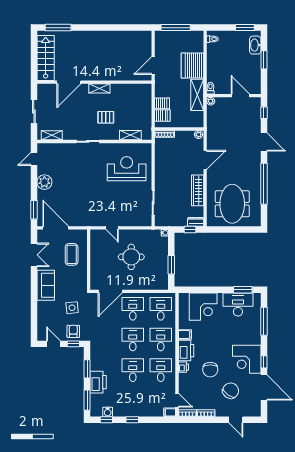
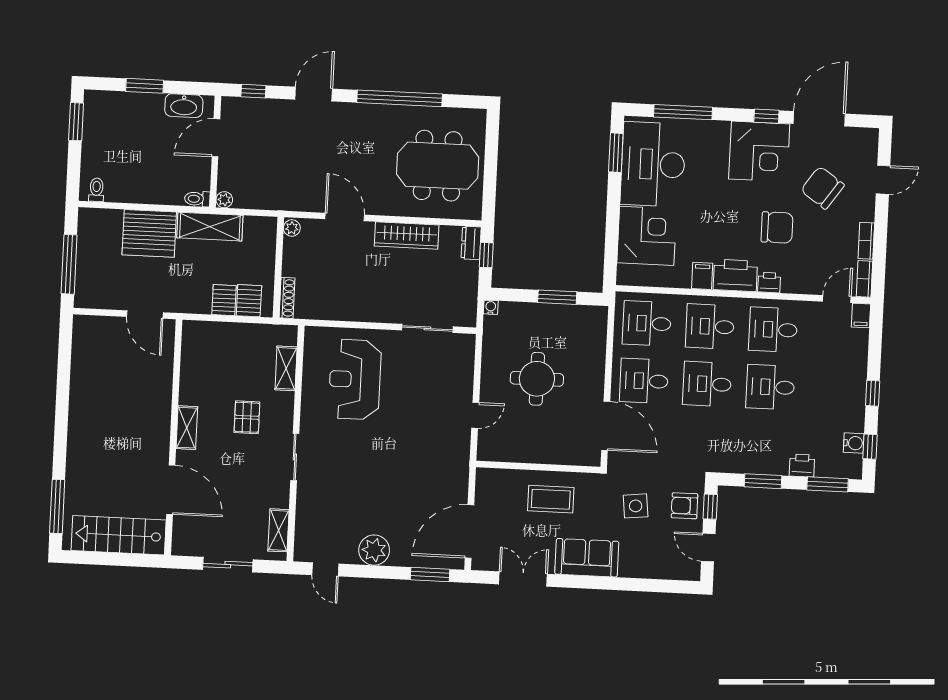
washbasin: (255, 45) -> (184, 106), moved
coffee table: (72, 254) -> (551, 499), moved
desk: (238, 305) -> (653, 164), width x1.36, depth x1.30
door: (54, 344) -> (708, 548), hinge flipped
printer: (98, 382) -> (802, 466), width x0.53, depth x0.68

